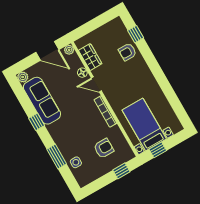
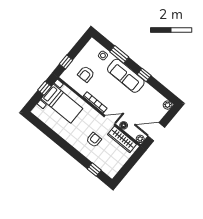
armchair: (127, 52) -> (94, 140), moved
wardrobe: (90, 57) -> (122, 139), width x1.50
sofa: (42, 101) -> (126, 76), moved

